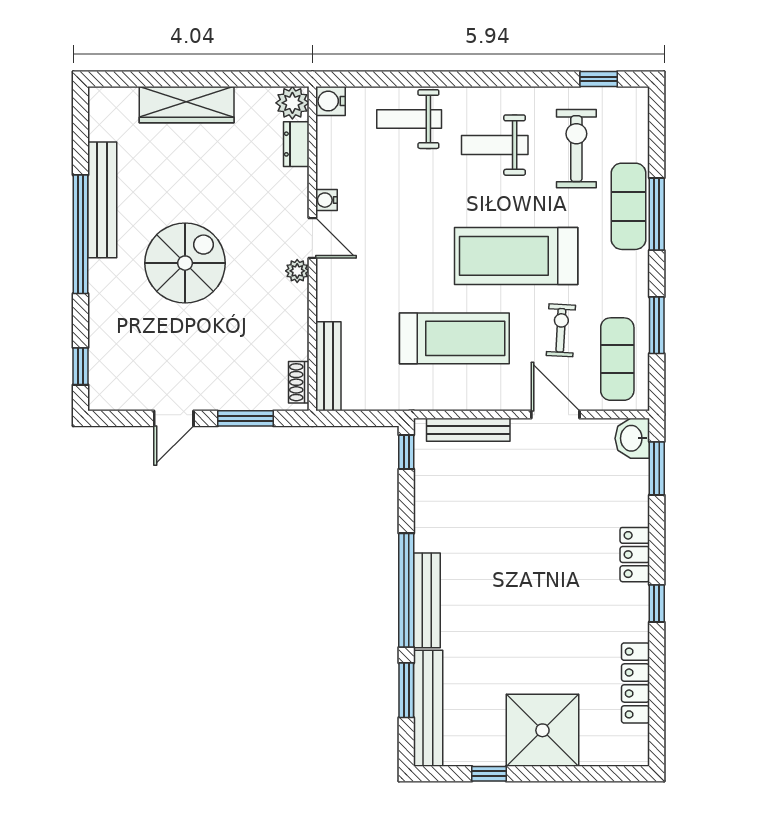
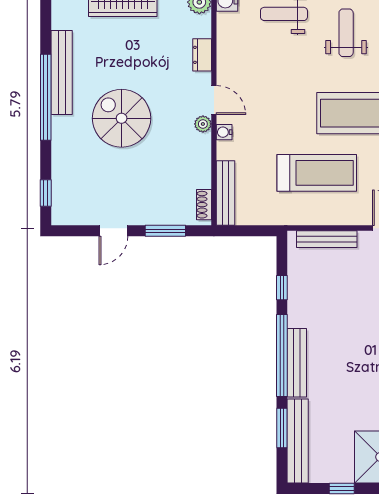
dresser: (296, 144) -> (202, 55), moved
weight bench: (495, 145) -> (346, 33), turned 90
water cooler: (327, 200) -> (224, 132), moved
spiral stairs: (185, 263) -> (122, 118), turned -90
window: (406, 452) -> (282, 288), moved

